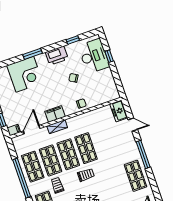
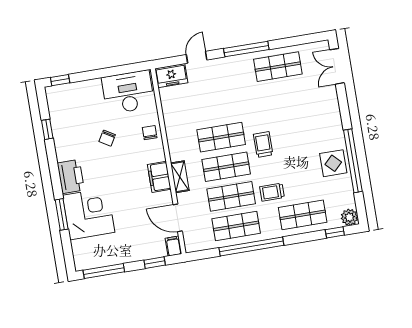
window: (33, 54) -> (62, 214), moved
printer: (57, 56) -> (71, 176), moved
desk: (94, 56) -> (128, 92), moved
window: (109, 56) -> (60, 80), moved

